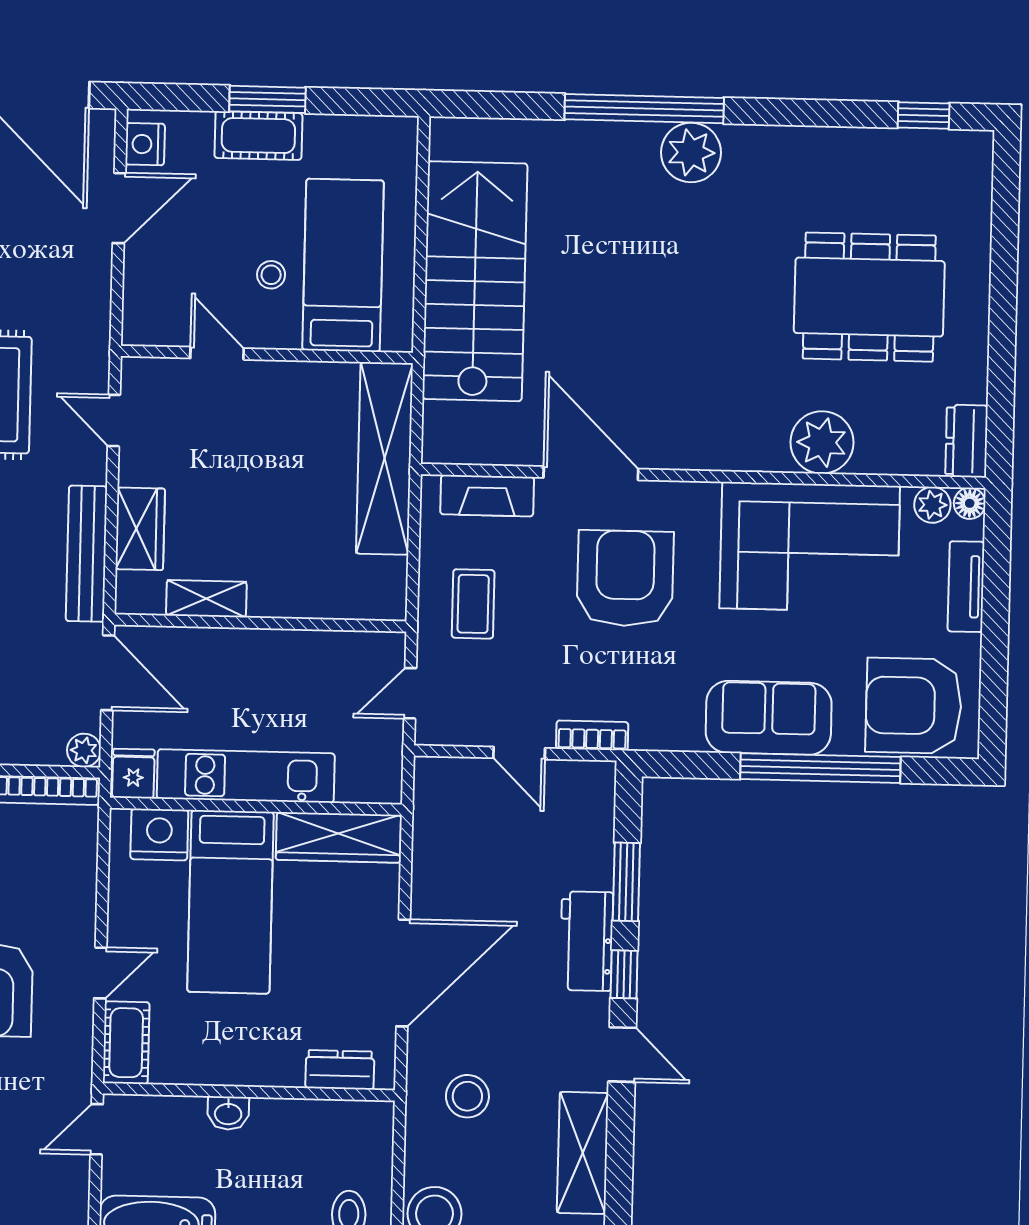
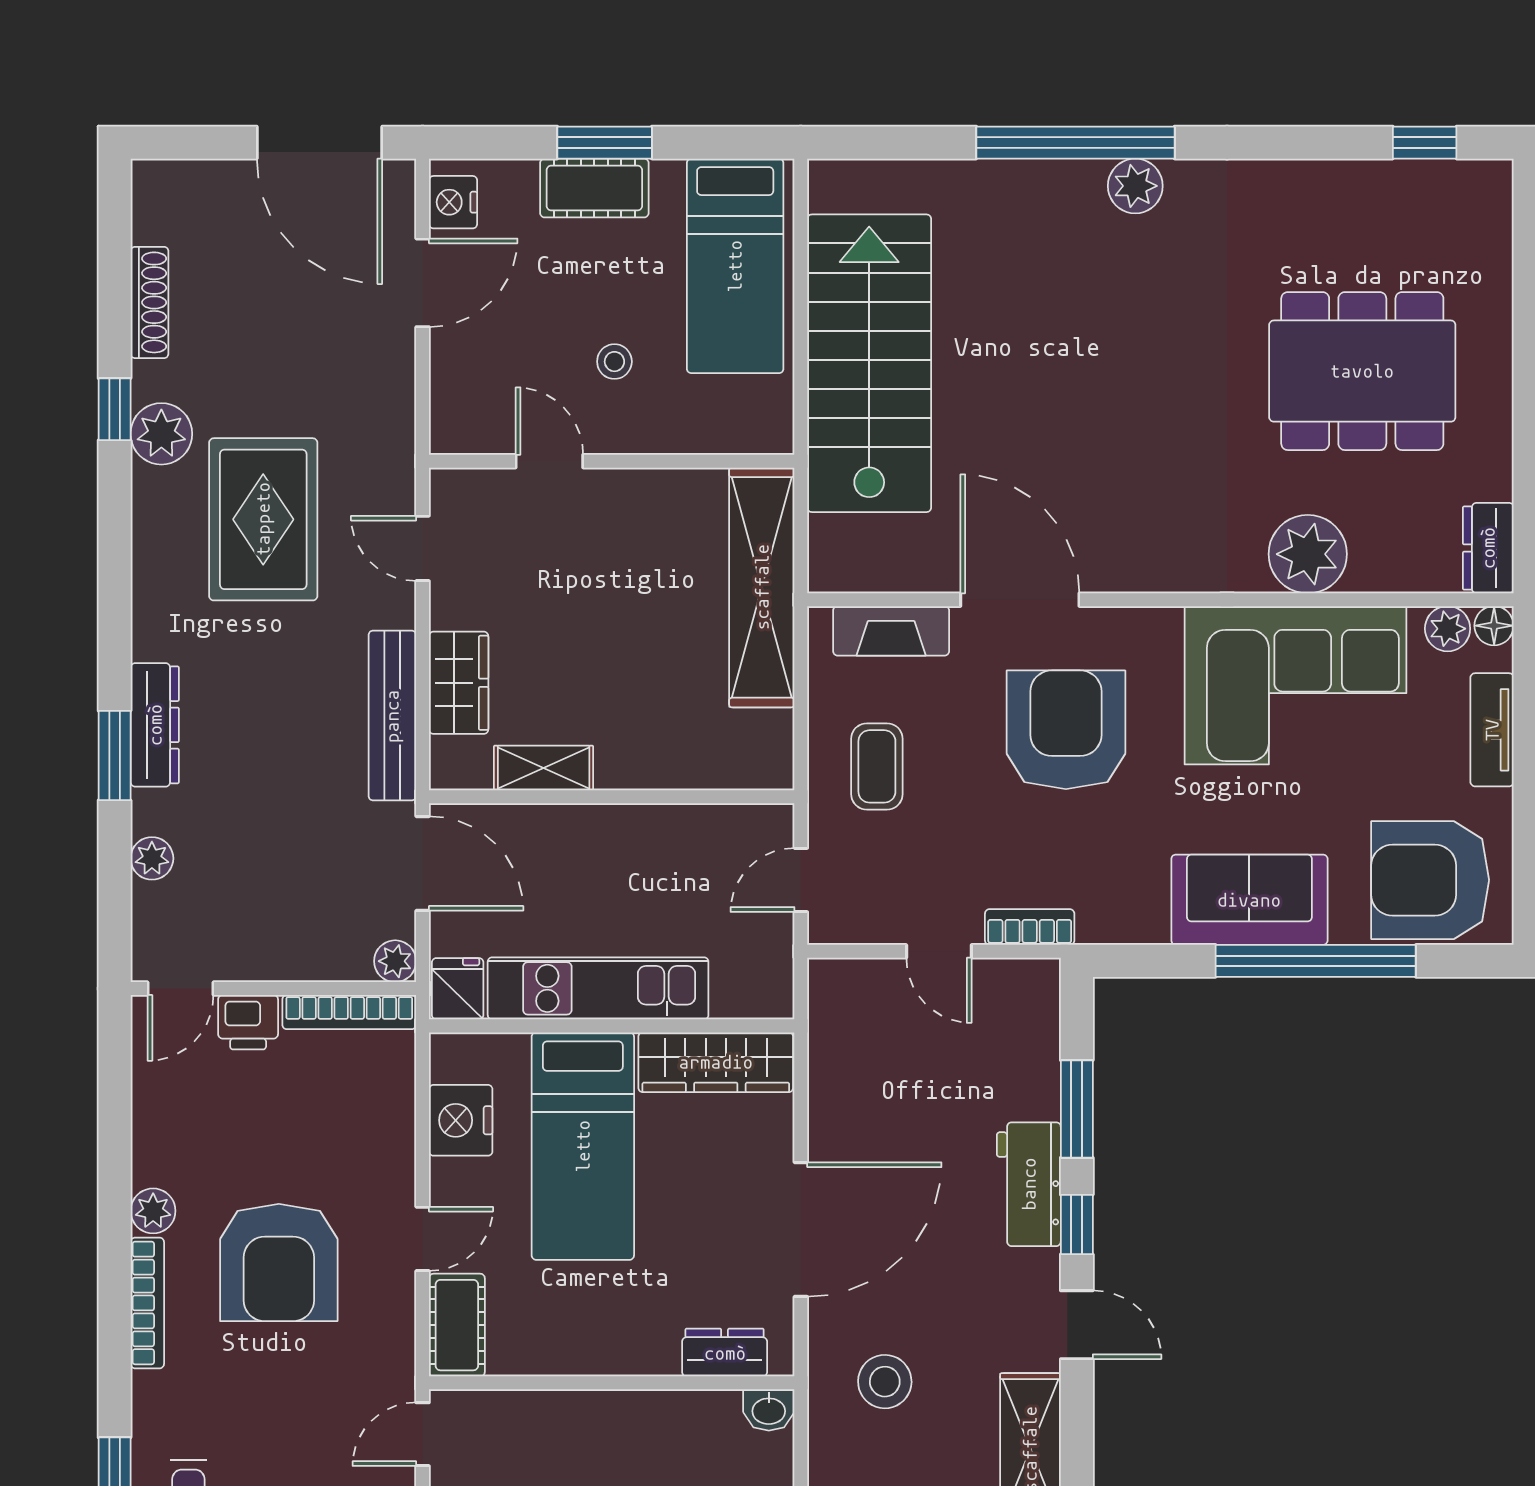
plant: (691, 153) -> (1135, 186), width x0.73, depth x0.73
bed: (343, 265) -> (735, 266), moved, turned 180
nightstand: (159, 834) -> (461, 1120), moved, turned -90
washbasin: (228, 1113) -> (769, 1410), moved

